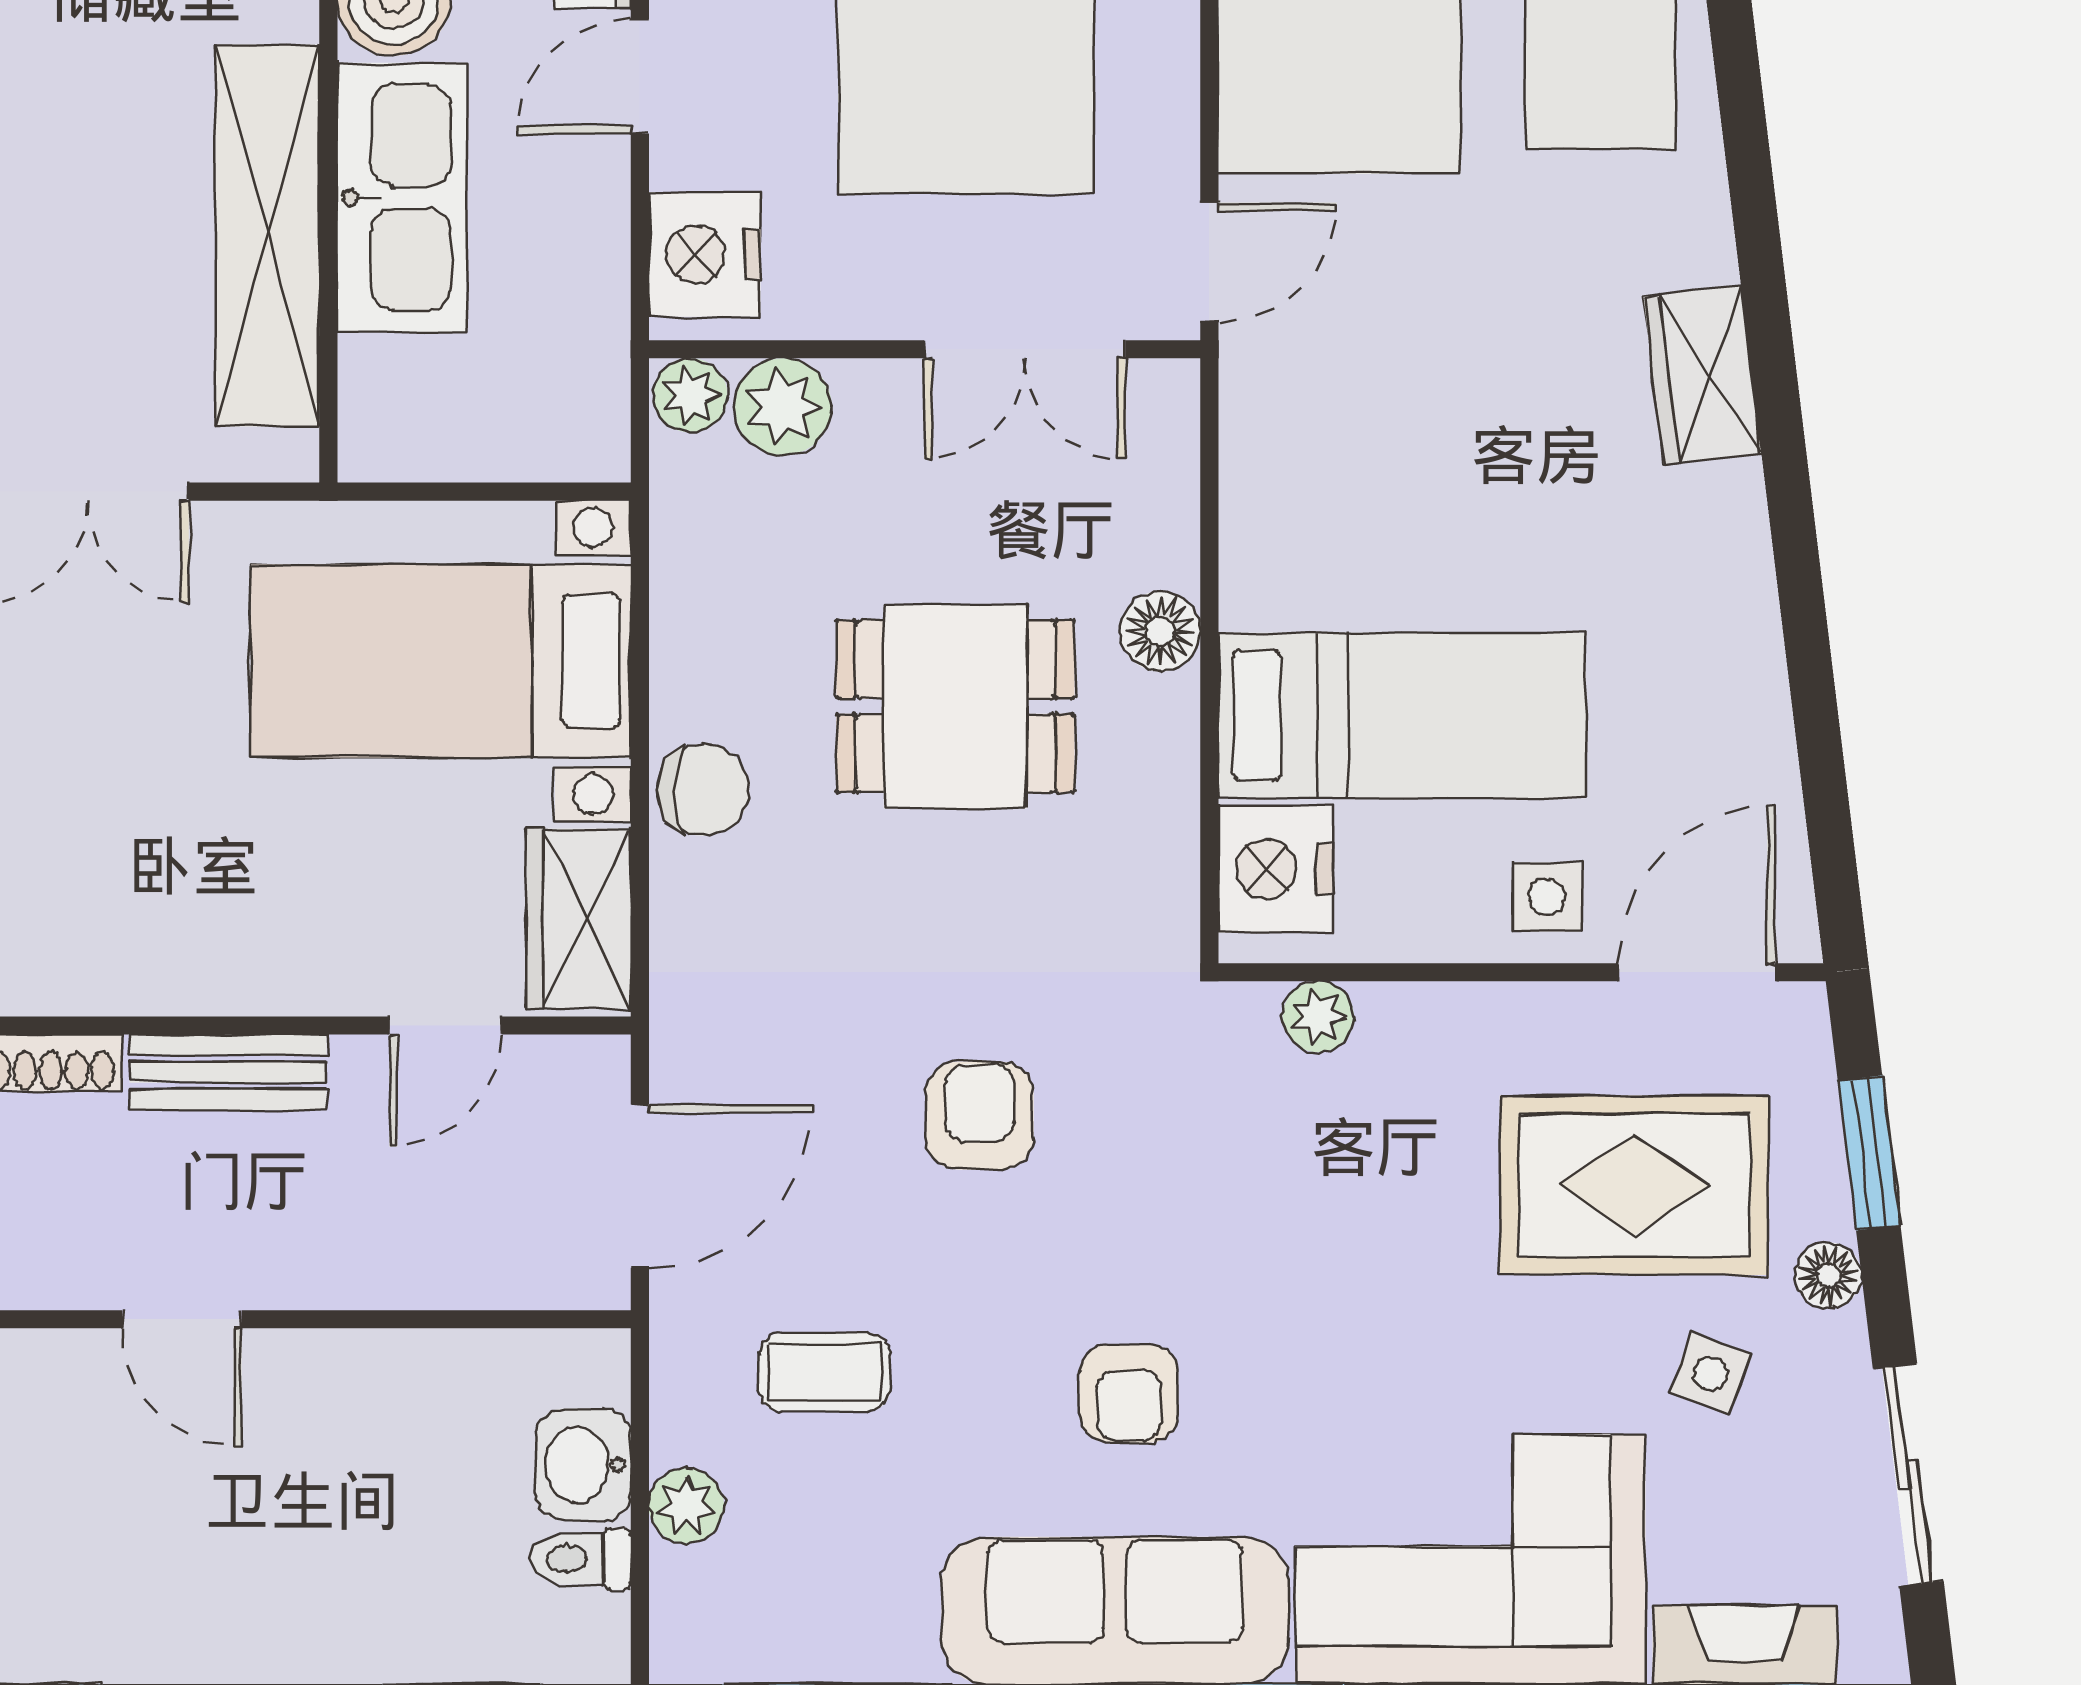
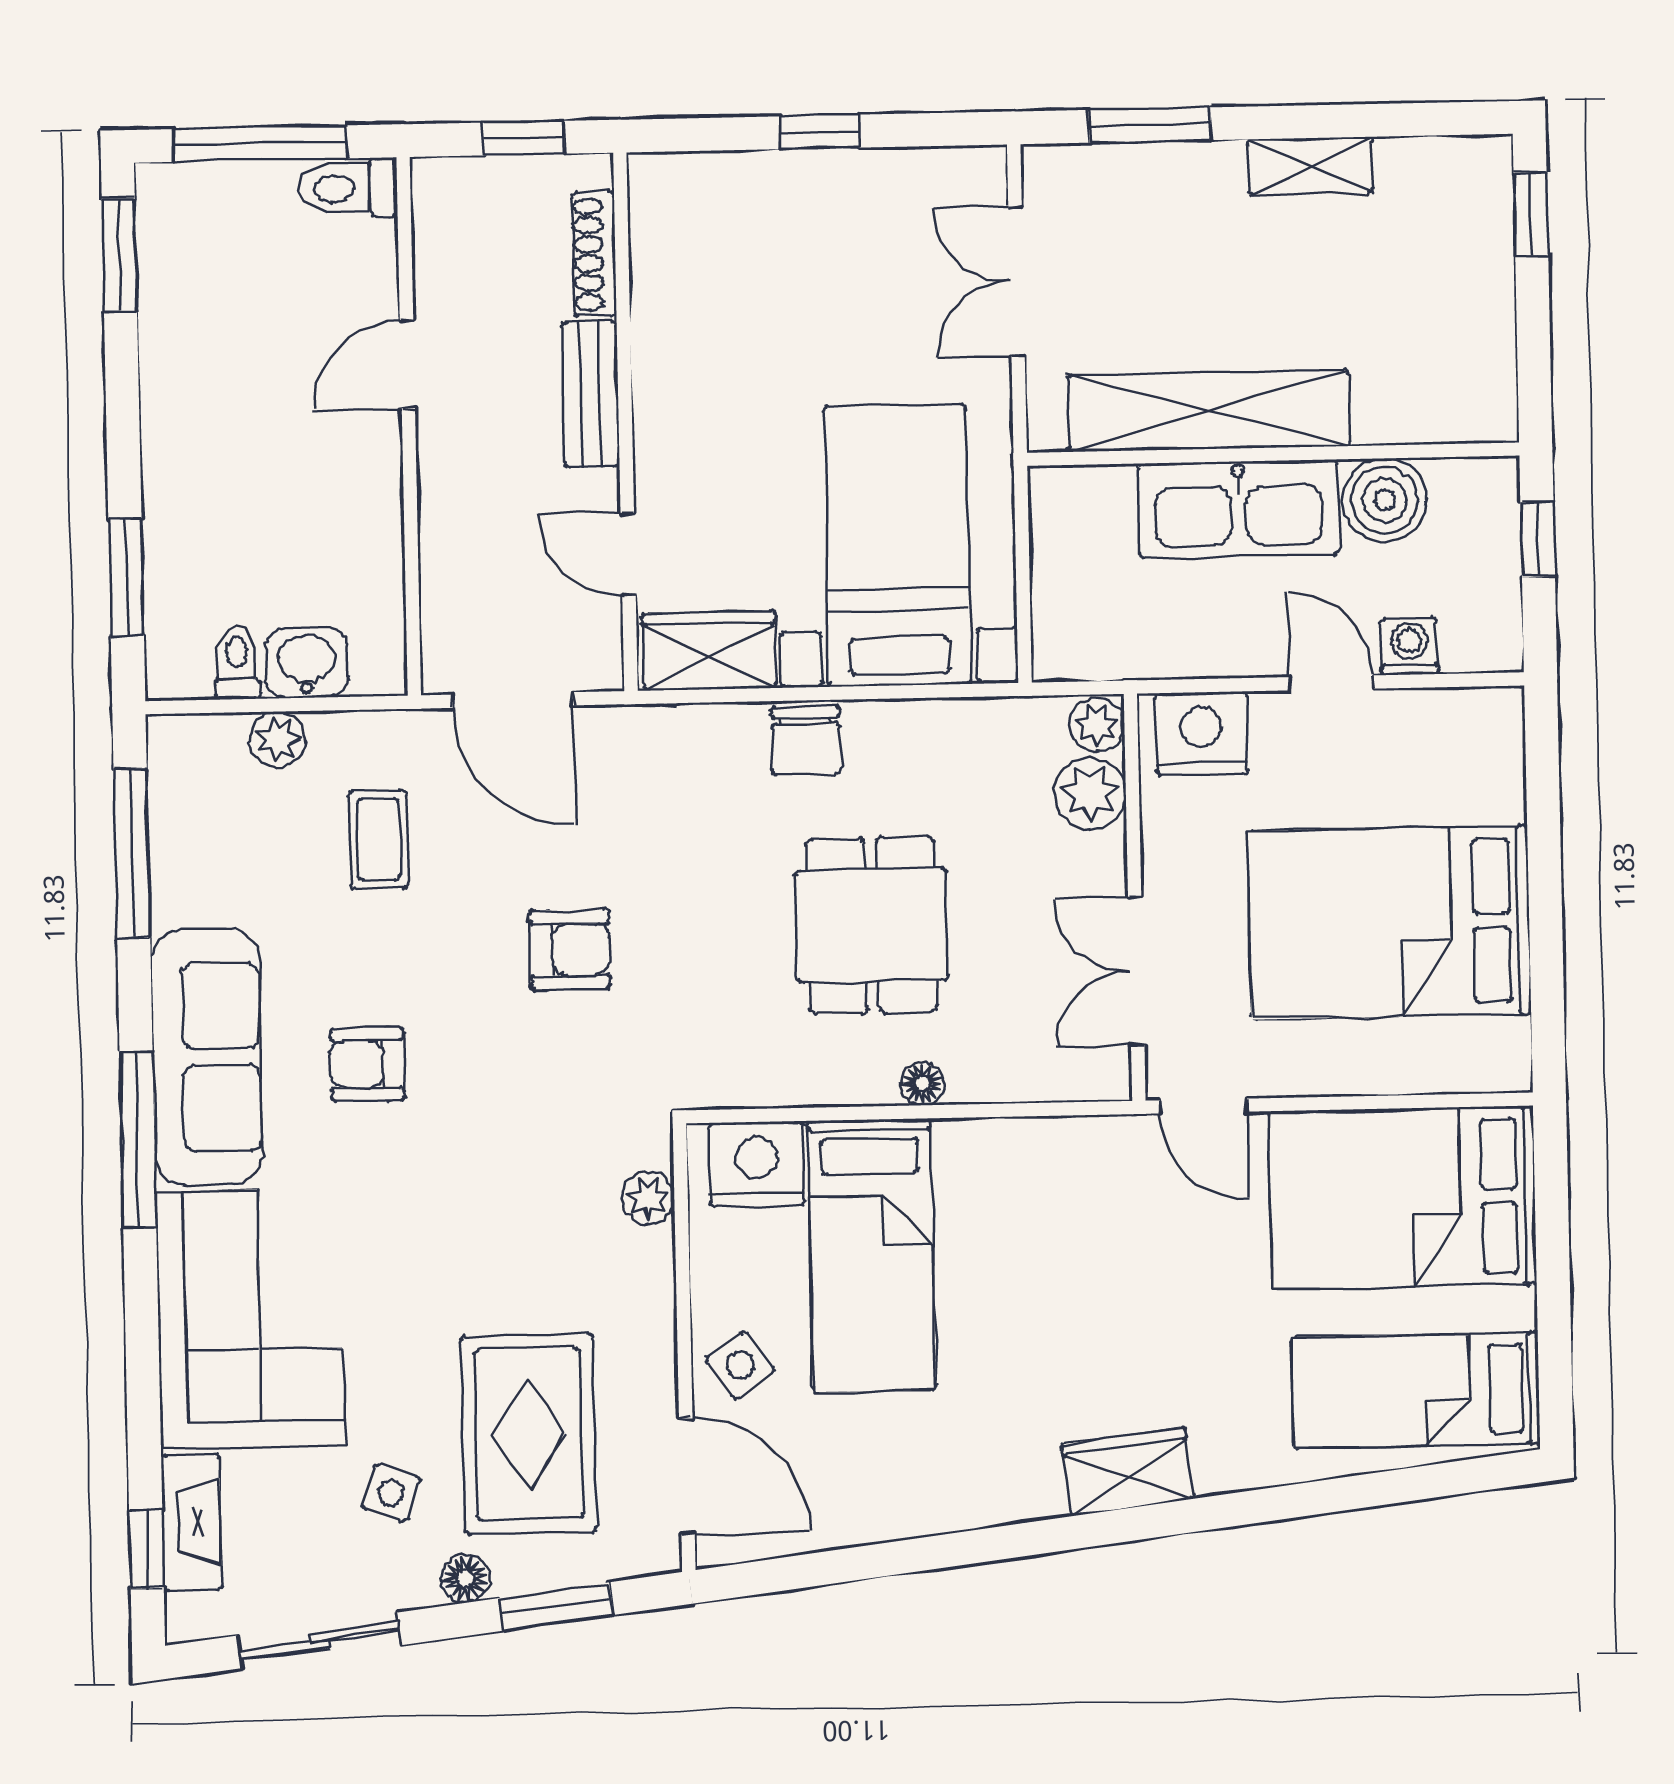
floor lamp: (1160, 631) -> (922, 1084), width x0.73, depth x0.73
side table: (1547, 897) -> (740, 1365), turned -36

